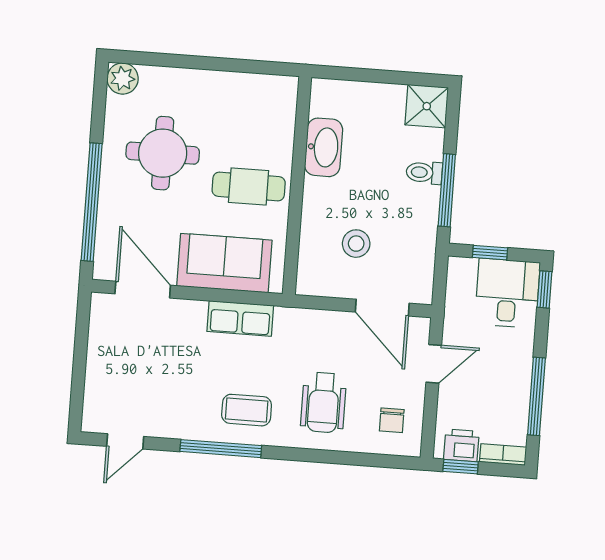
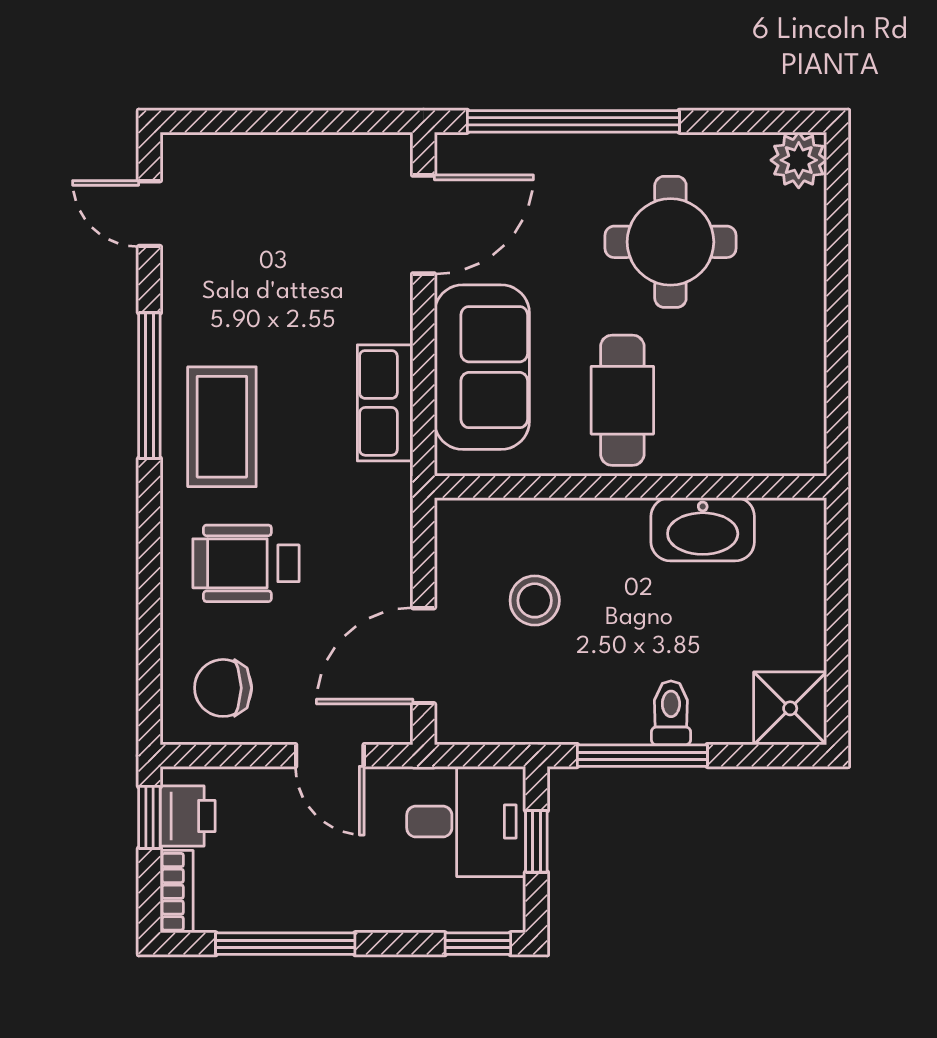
desk: (507, 293) -> (466, 822), moved
coffee table: (247, 410) -> (222, 427), width x1.36, depth x1.30
chair: (392, 420) -> (223, 688), width x1.37, depth x1.37

